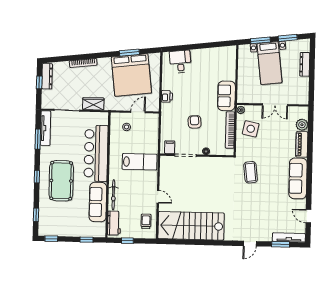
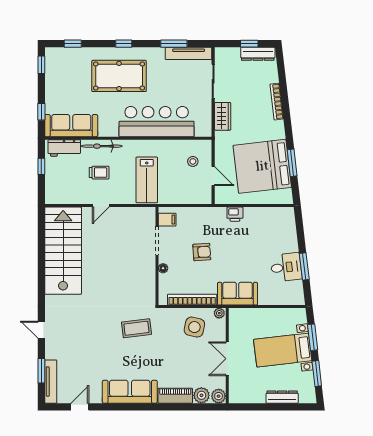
window: (207, 45) -> (304, 266), added
desk: (180, 62) -> (286, 267), moved
plant: (303, 112) -> (219, 396), added
sofa: (98, 202) -> (71, 126), moved
trolley: (146, 221) -> (99, 173), moved

